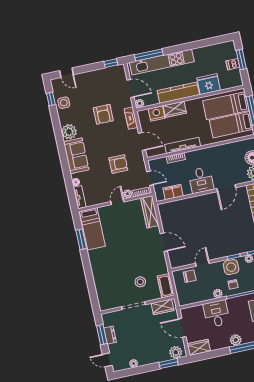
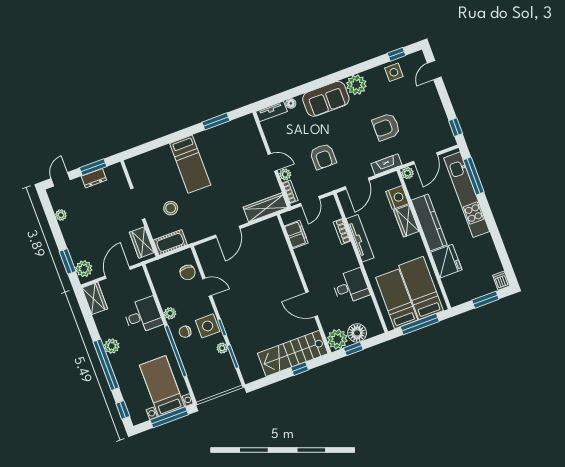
dishwasher: (233, 64) -> (501, 281), moved
desk: (201, 180) -> (351, 286), moved, turned 180
bed: (92, 229) -> (190, 164), moved, turned -90

